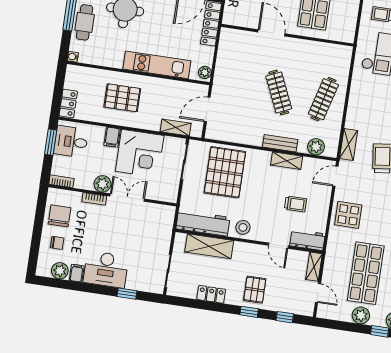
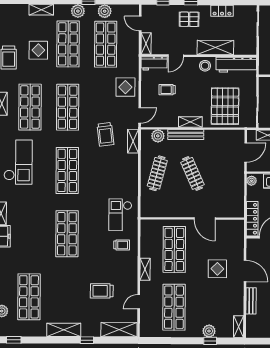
bench: (280, 143) -> (186, 135), width x1.36
shelving: (287, 161) -> (190, 122), moved
shelving: (209, 246) -> (215, 47), moved
door: (278, 246) -> (176, 56), swing flipped
pallet: (255, 290) -> (189, 19), turned 90

